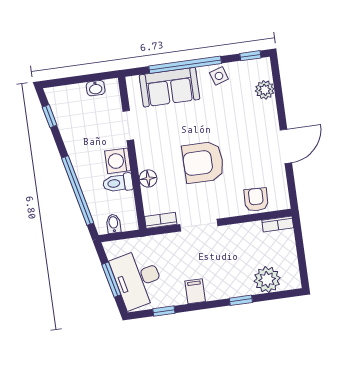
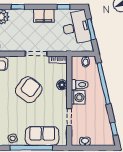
armchair: (203, 162) -> (29, 90), turned -53
filing cabinet: (195, 291) -> (44, 16), width x2.00

